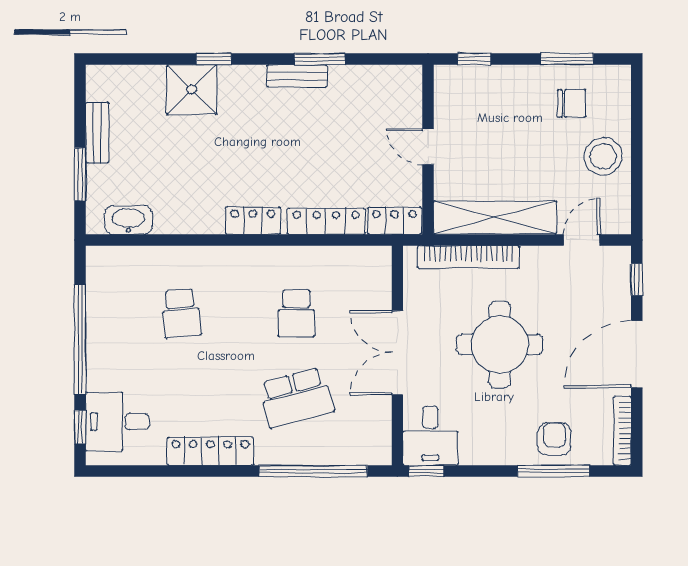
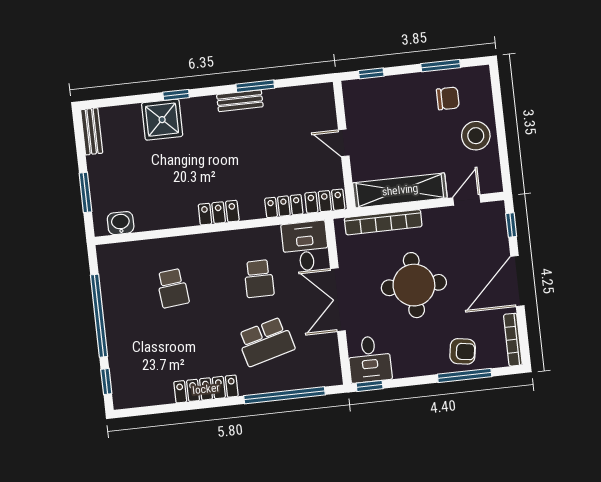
bench: (97, 133) -> (92, 131), moved
washbasin: (128, 220) -> (121, 223), width x0.72
locker: (326, 221) -> (284, 206), width x0.66
desk: (117, 422) -> (305, 246), moved, turned 90
armchair: (554, 439) -> (463, 351), turned 99

